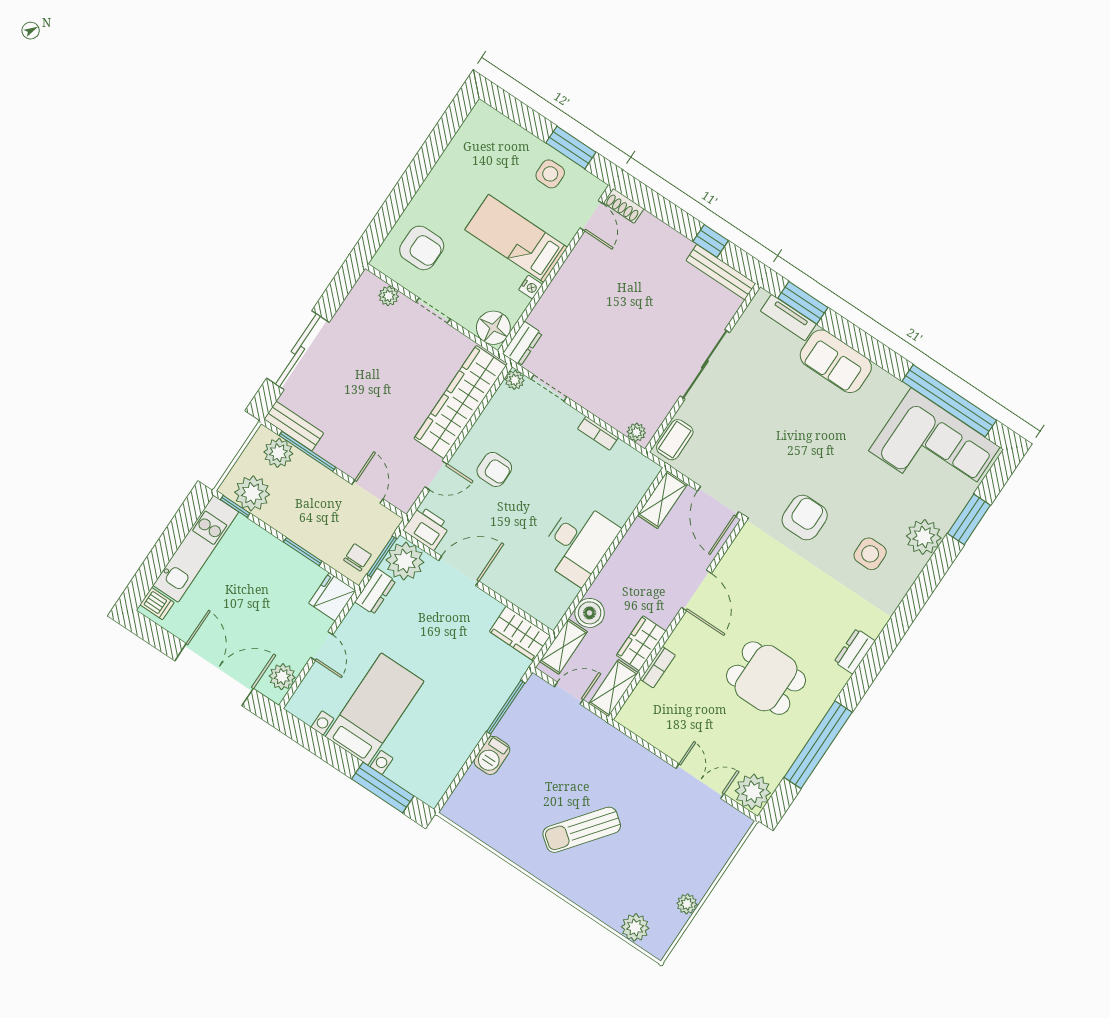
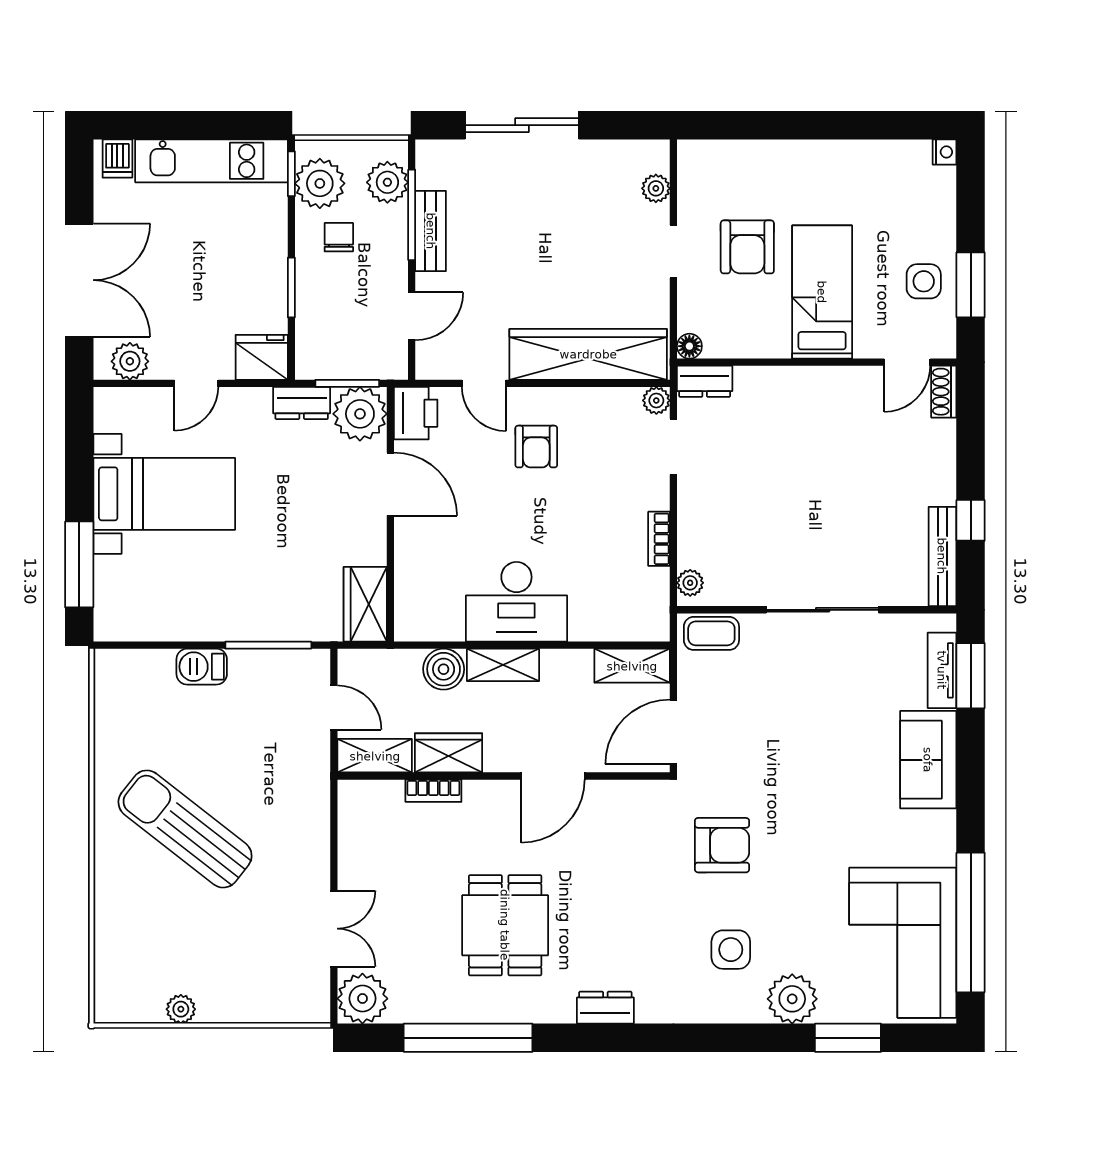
armchair: (422, 248) -> (747, 247), moved
nightstand: (531, 287) -> (944, 152), moved, turned -90
floor lamp: (493, 328) -> (689, 346), width x0.53, depth x0.53
bench: (294, 426) -> (431, 231), moved
chair: (357, 557) -> (339, 237), moved, turned -90
shelving: (563, 646) -> (503, 665), moved
sun lounger: (582, 830) -> (185, 829), width x1.36, depth x1.34
plant: (635, 927) -> (113, 967), removed

